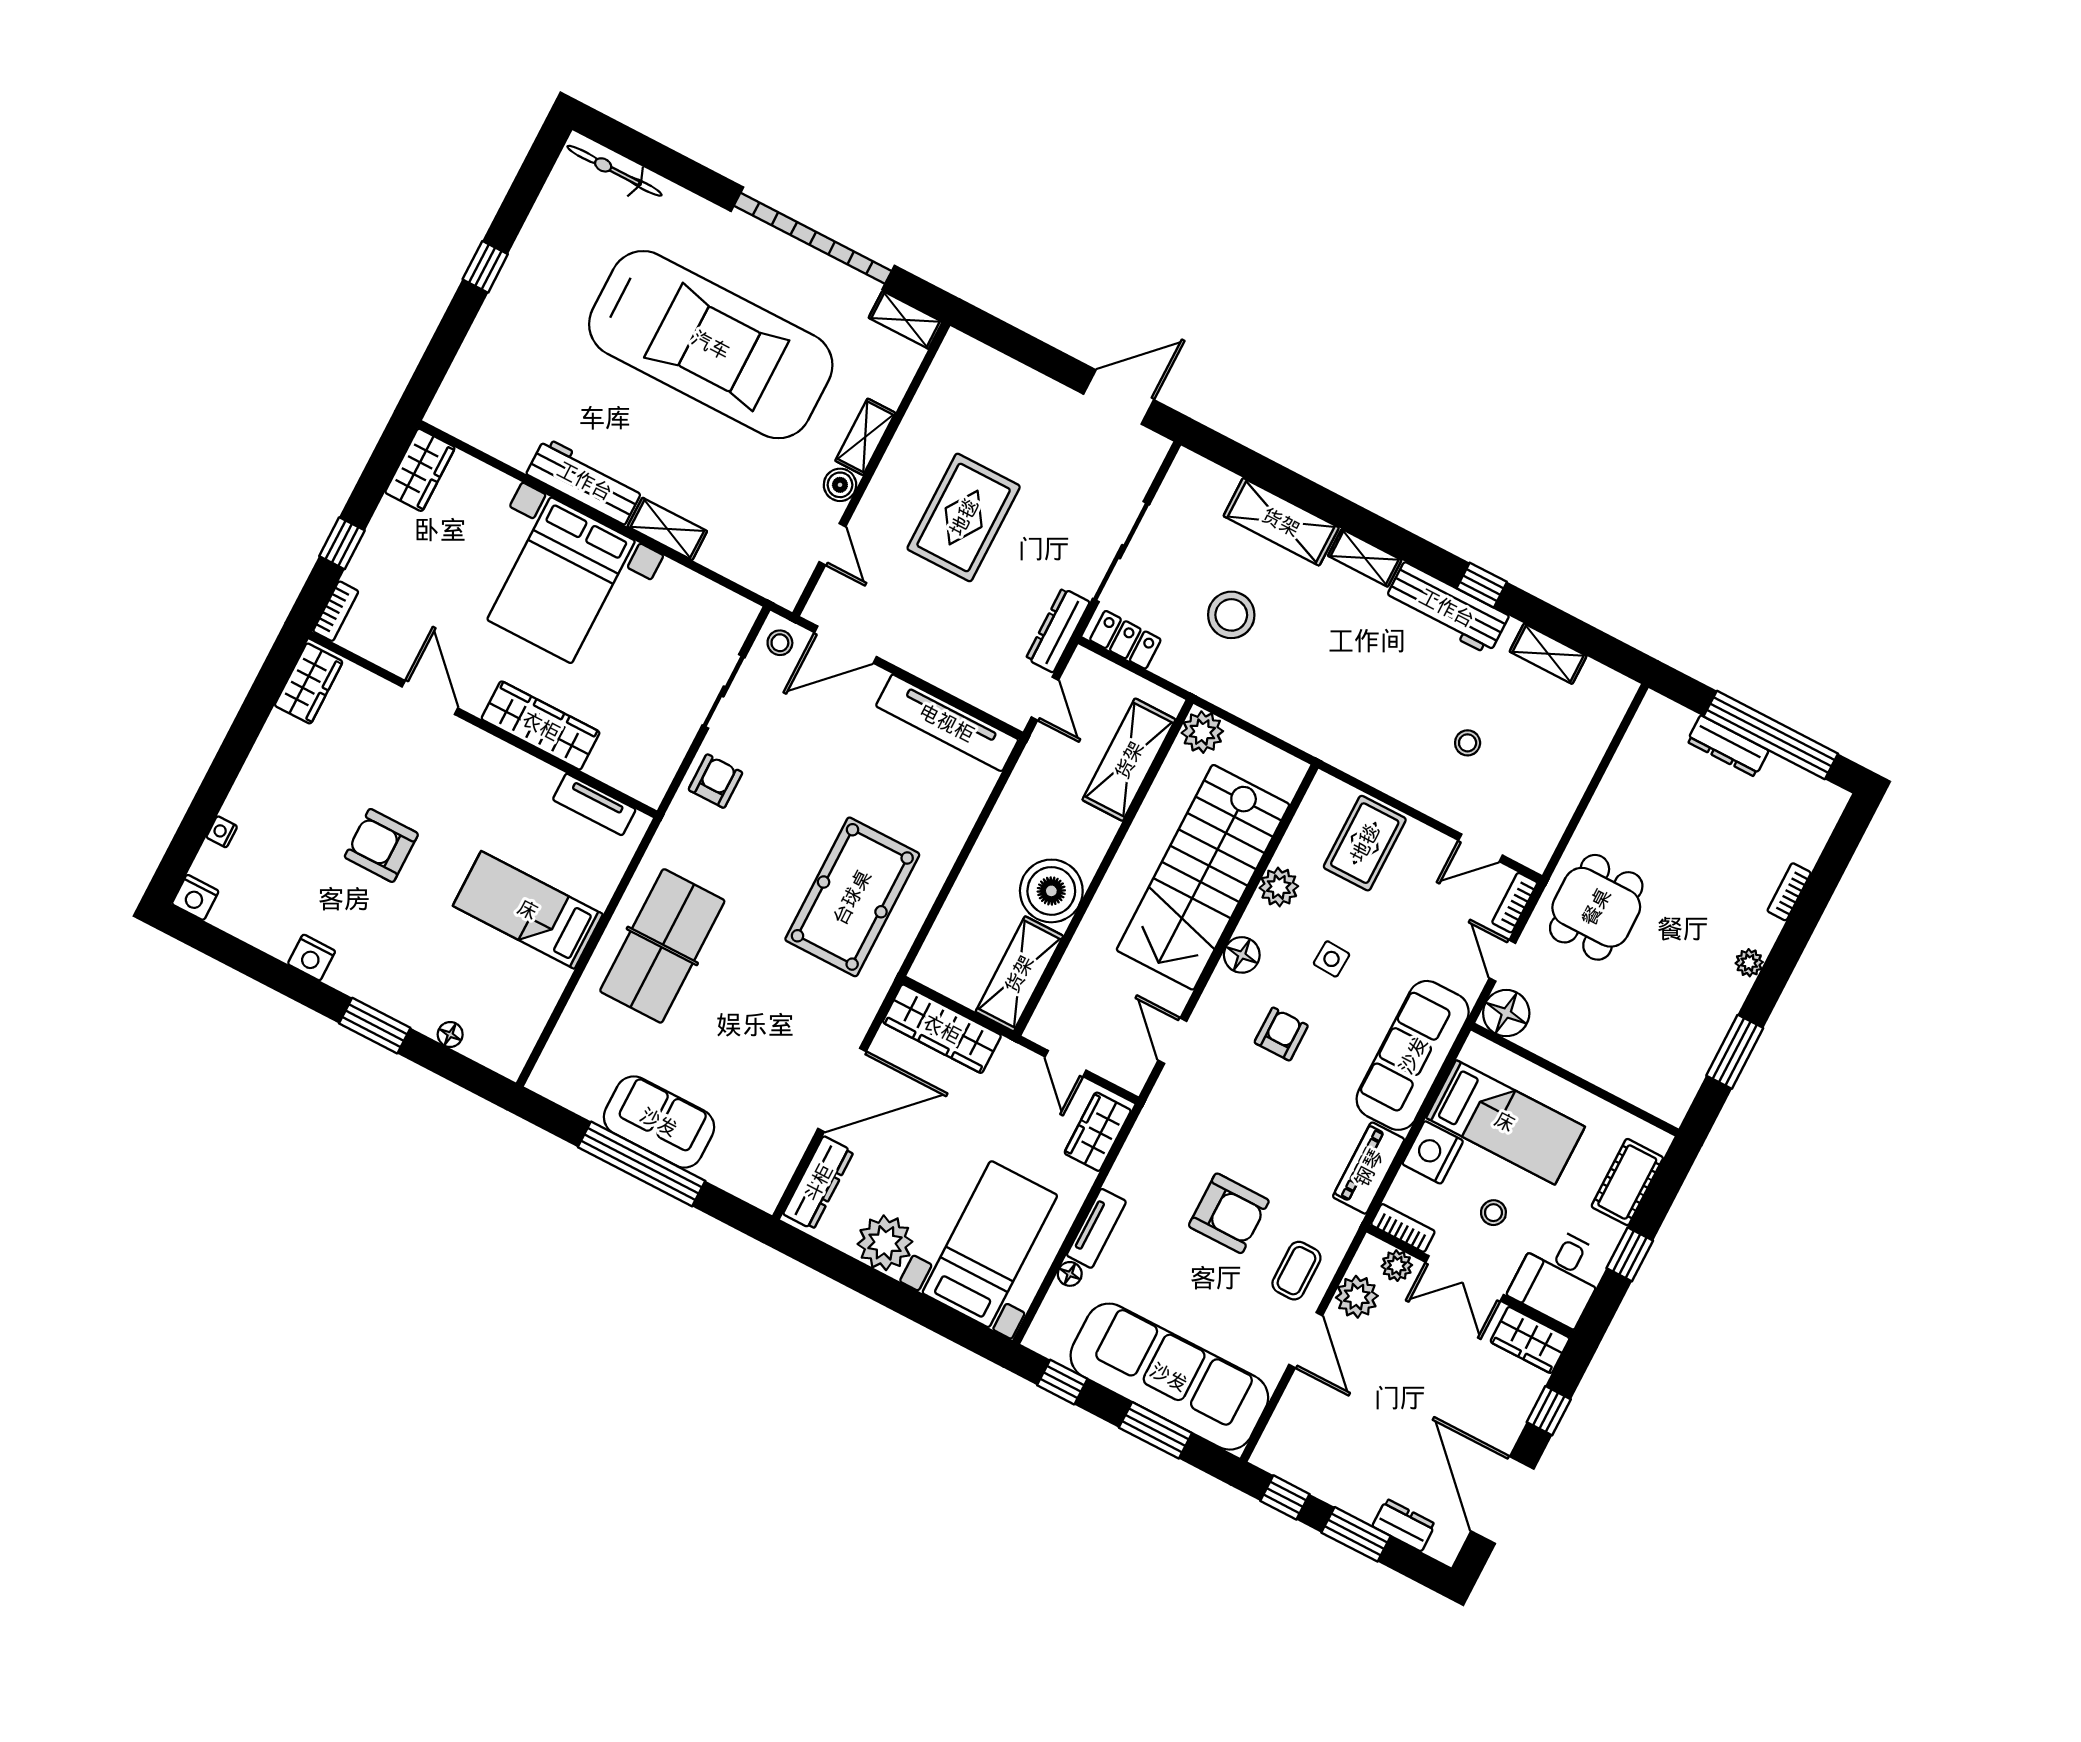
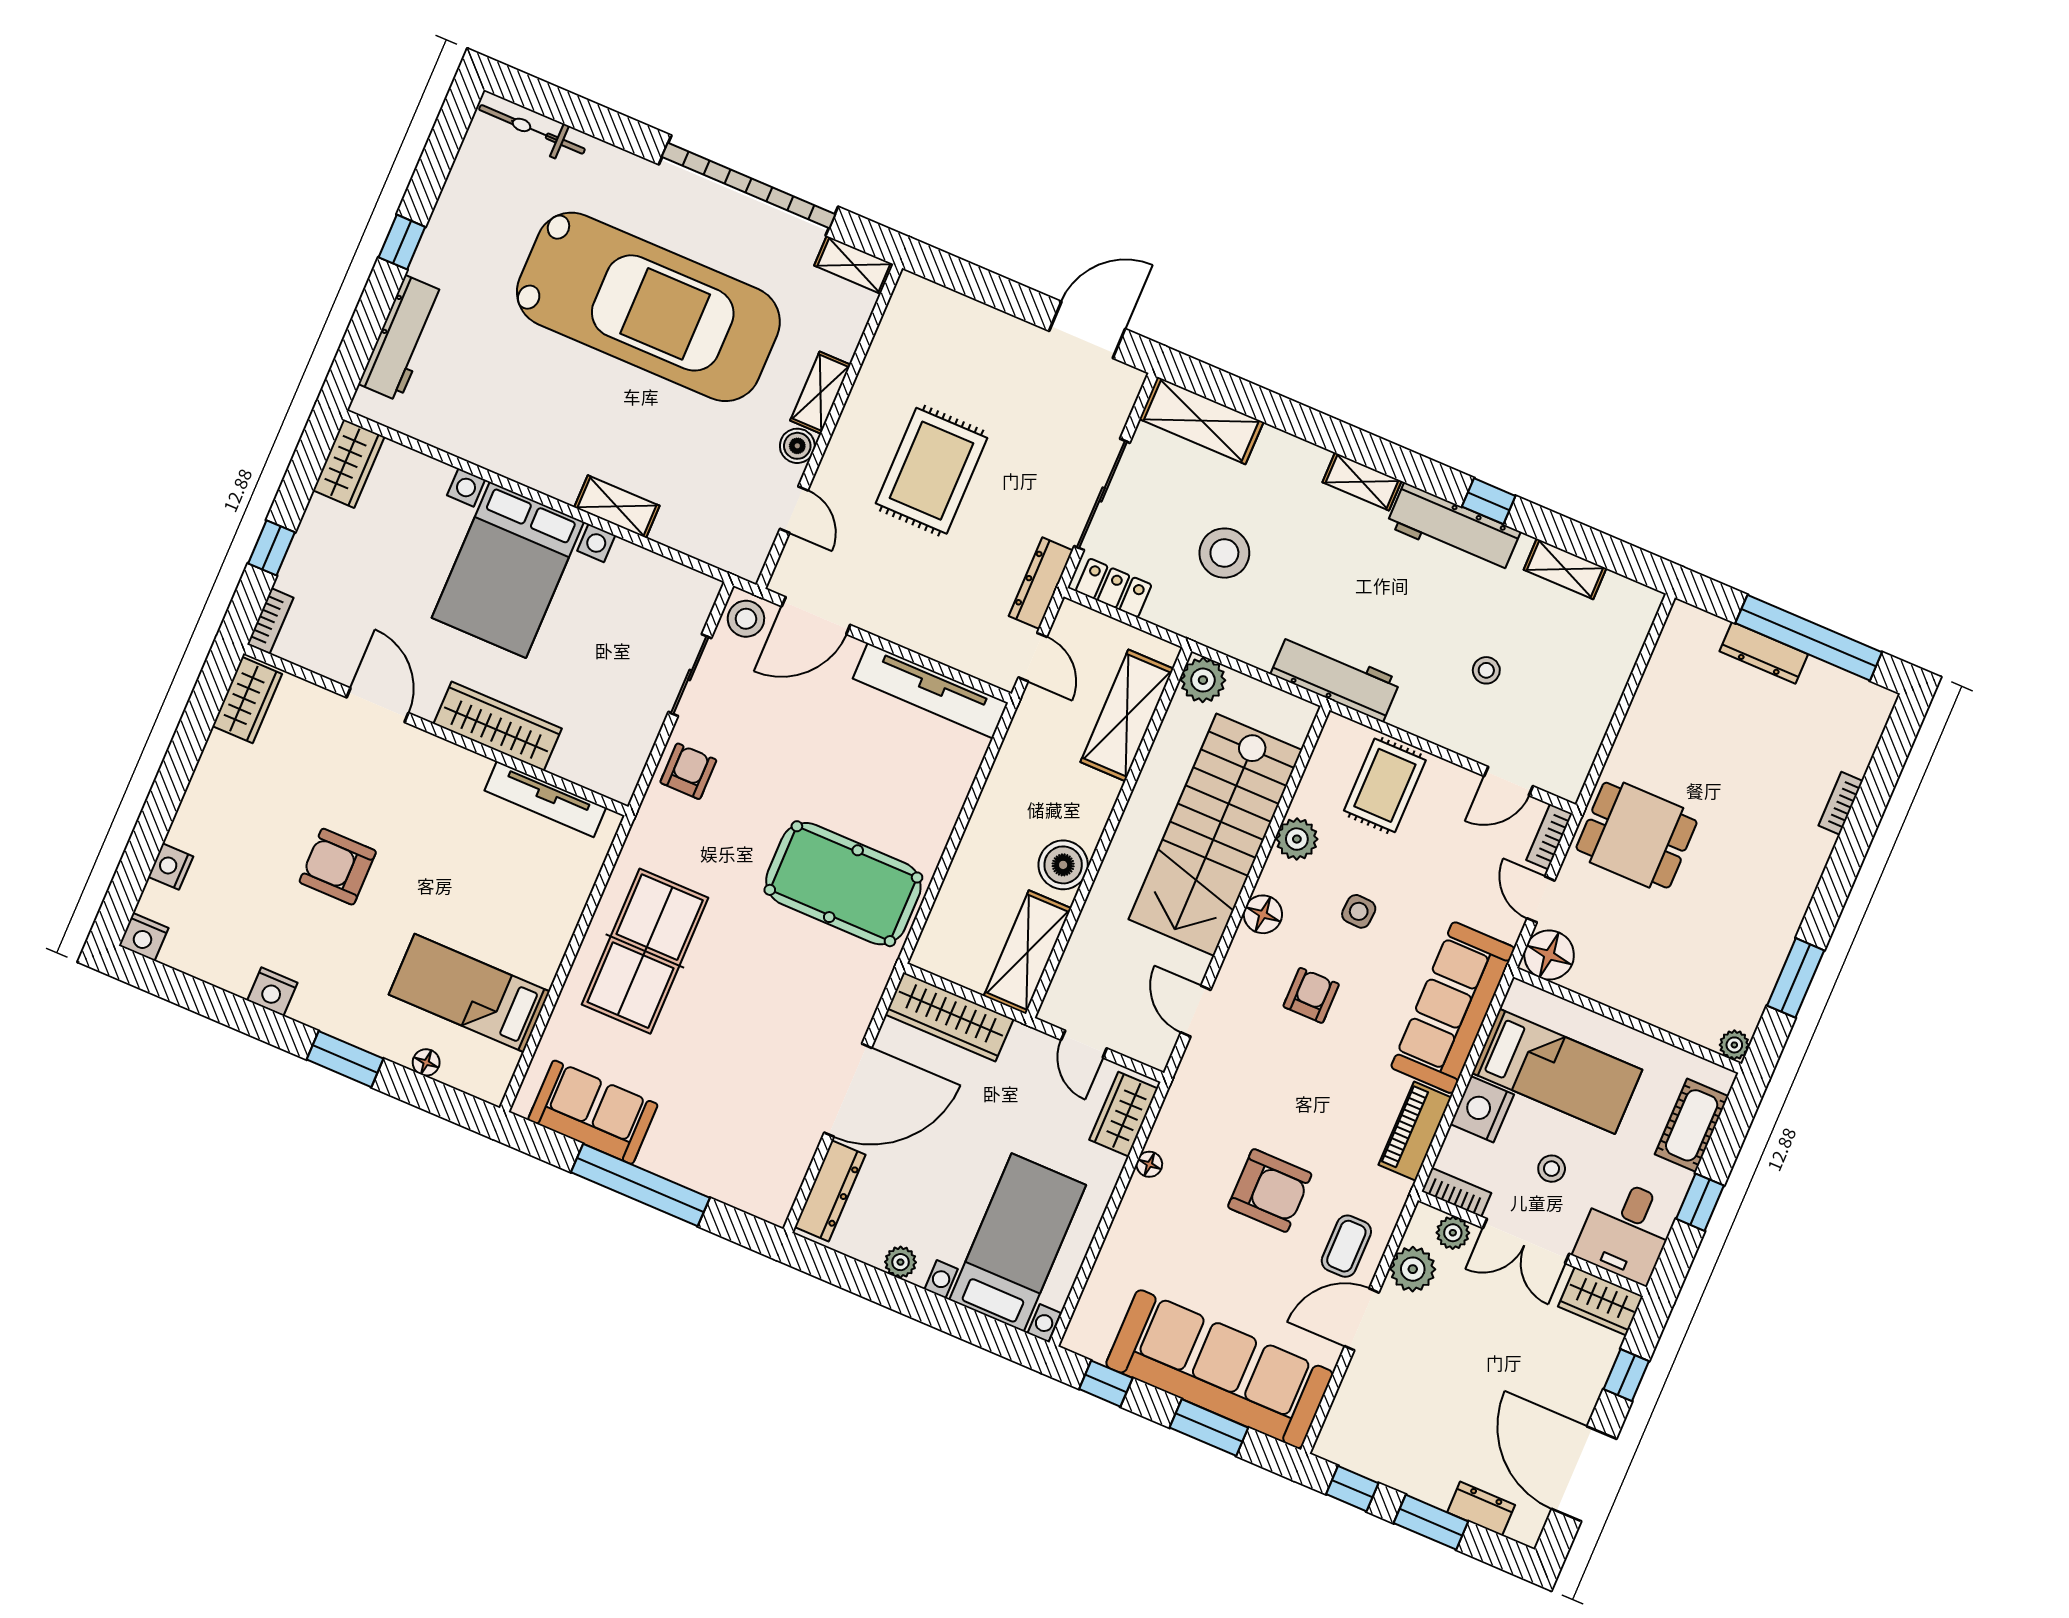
workbench: (585, 481) -> (402, 338), moved, turned 90
shelving: (1281, 522) -> (1201, 420), moved
stool: (780, 643) -> (746, 619), width x1.37, depth x1.37
workbench: (1326, 739) -> (1335, 677), added
tv unit: (594, 804) -> (545, 799), width x1.41
nightstand: (222, 832) -> (171, 867), width x1.39, depth x1.35
boiler: (1051, 891) -> (1063, 865), width x0.73, depth x0.73
pool table: (852, 897) -> (843, 884), turned 90
dining table: (1596, 907) -> (1637, 835), turned 90
bed: (528, 910) -> (469, 993), moved
plant: (1749, 963) -> (1734, 1045), moved
sofa: (659, 1122) -> (593, 1112), moved
tv unit: (1096, 1228) -> (1130, 1217), removed
plant: (885, 1243) -> (900, 1262), width x0.53, depth x0.53
floor lamp: (1070, 1274) -> (1149, 1164), moved
door: (1306, 1340) -> (1362, 1319), swing flipped

